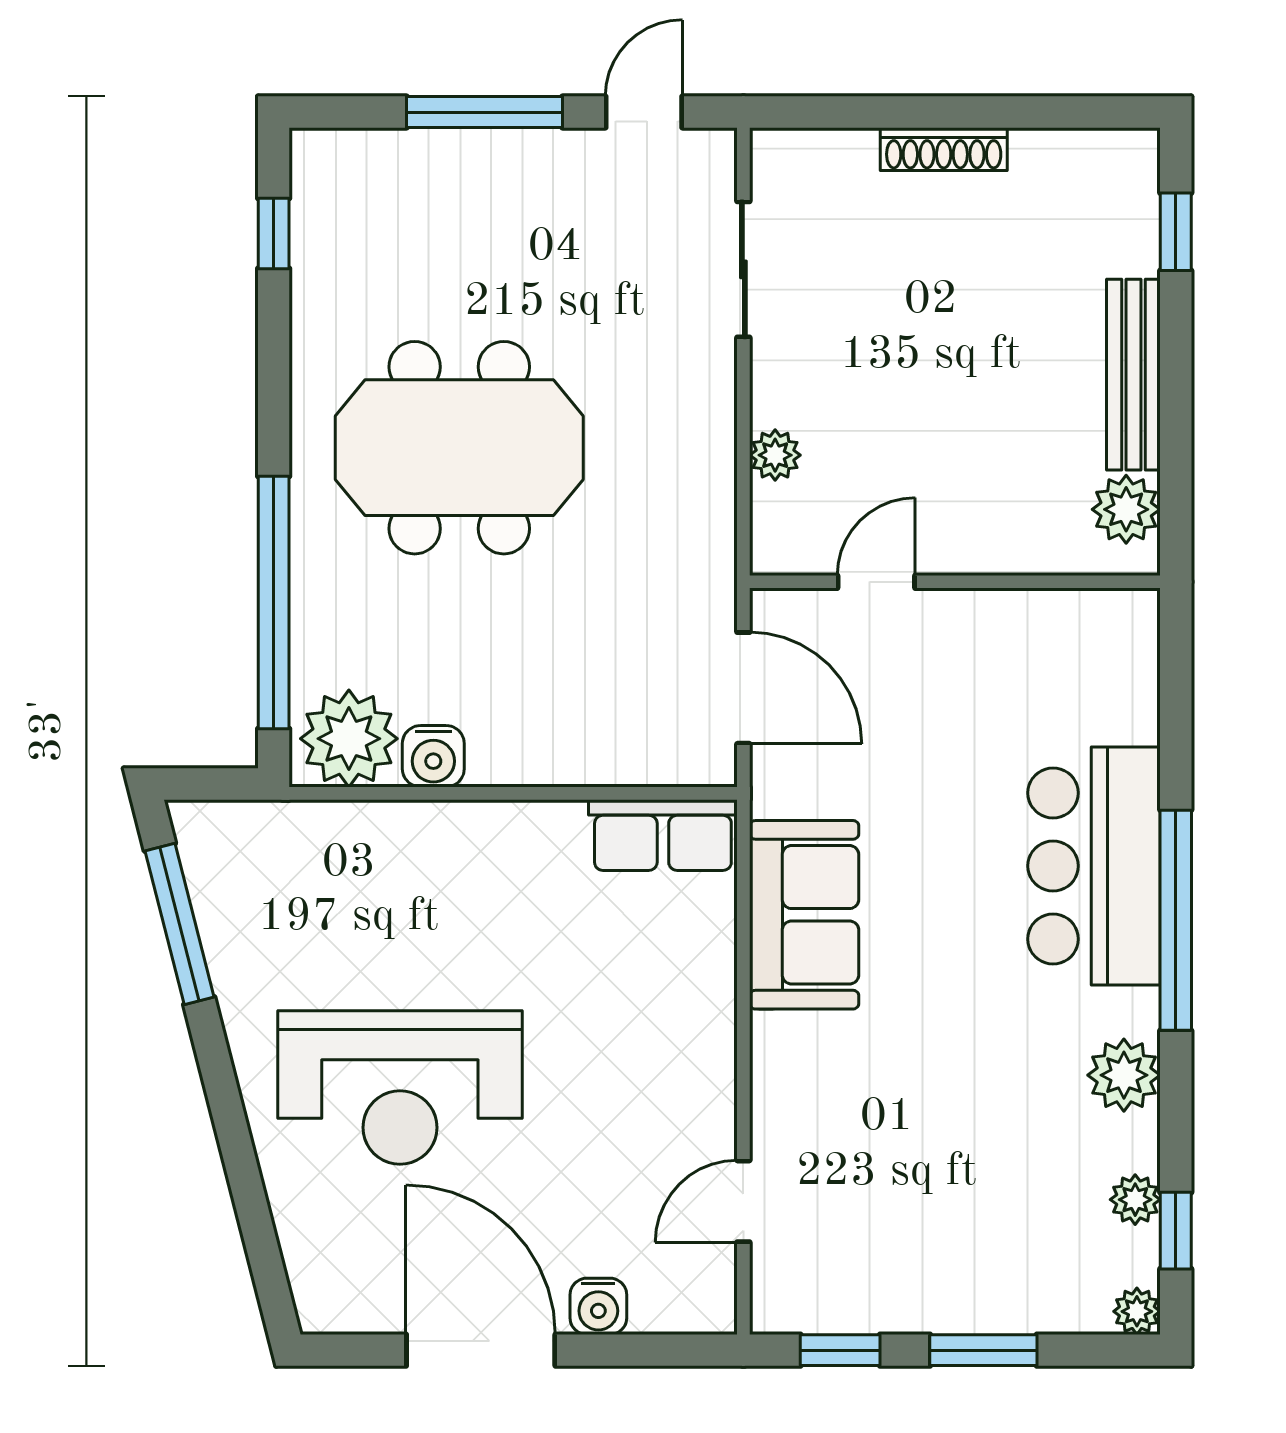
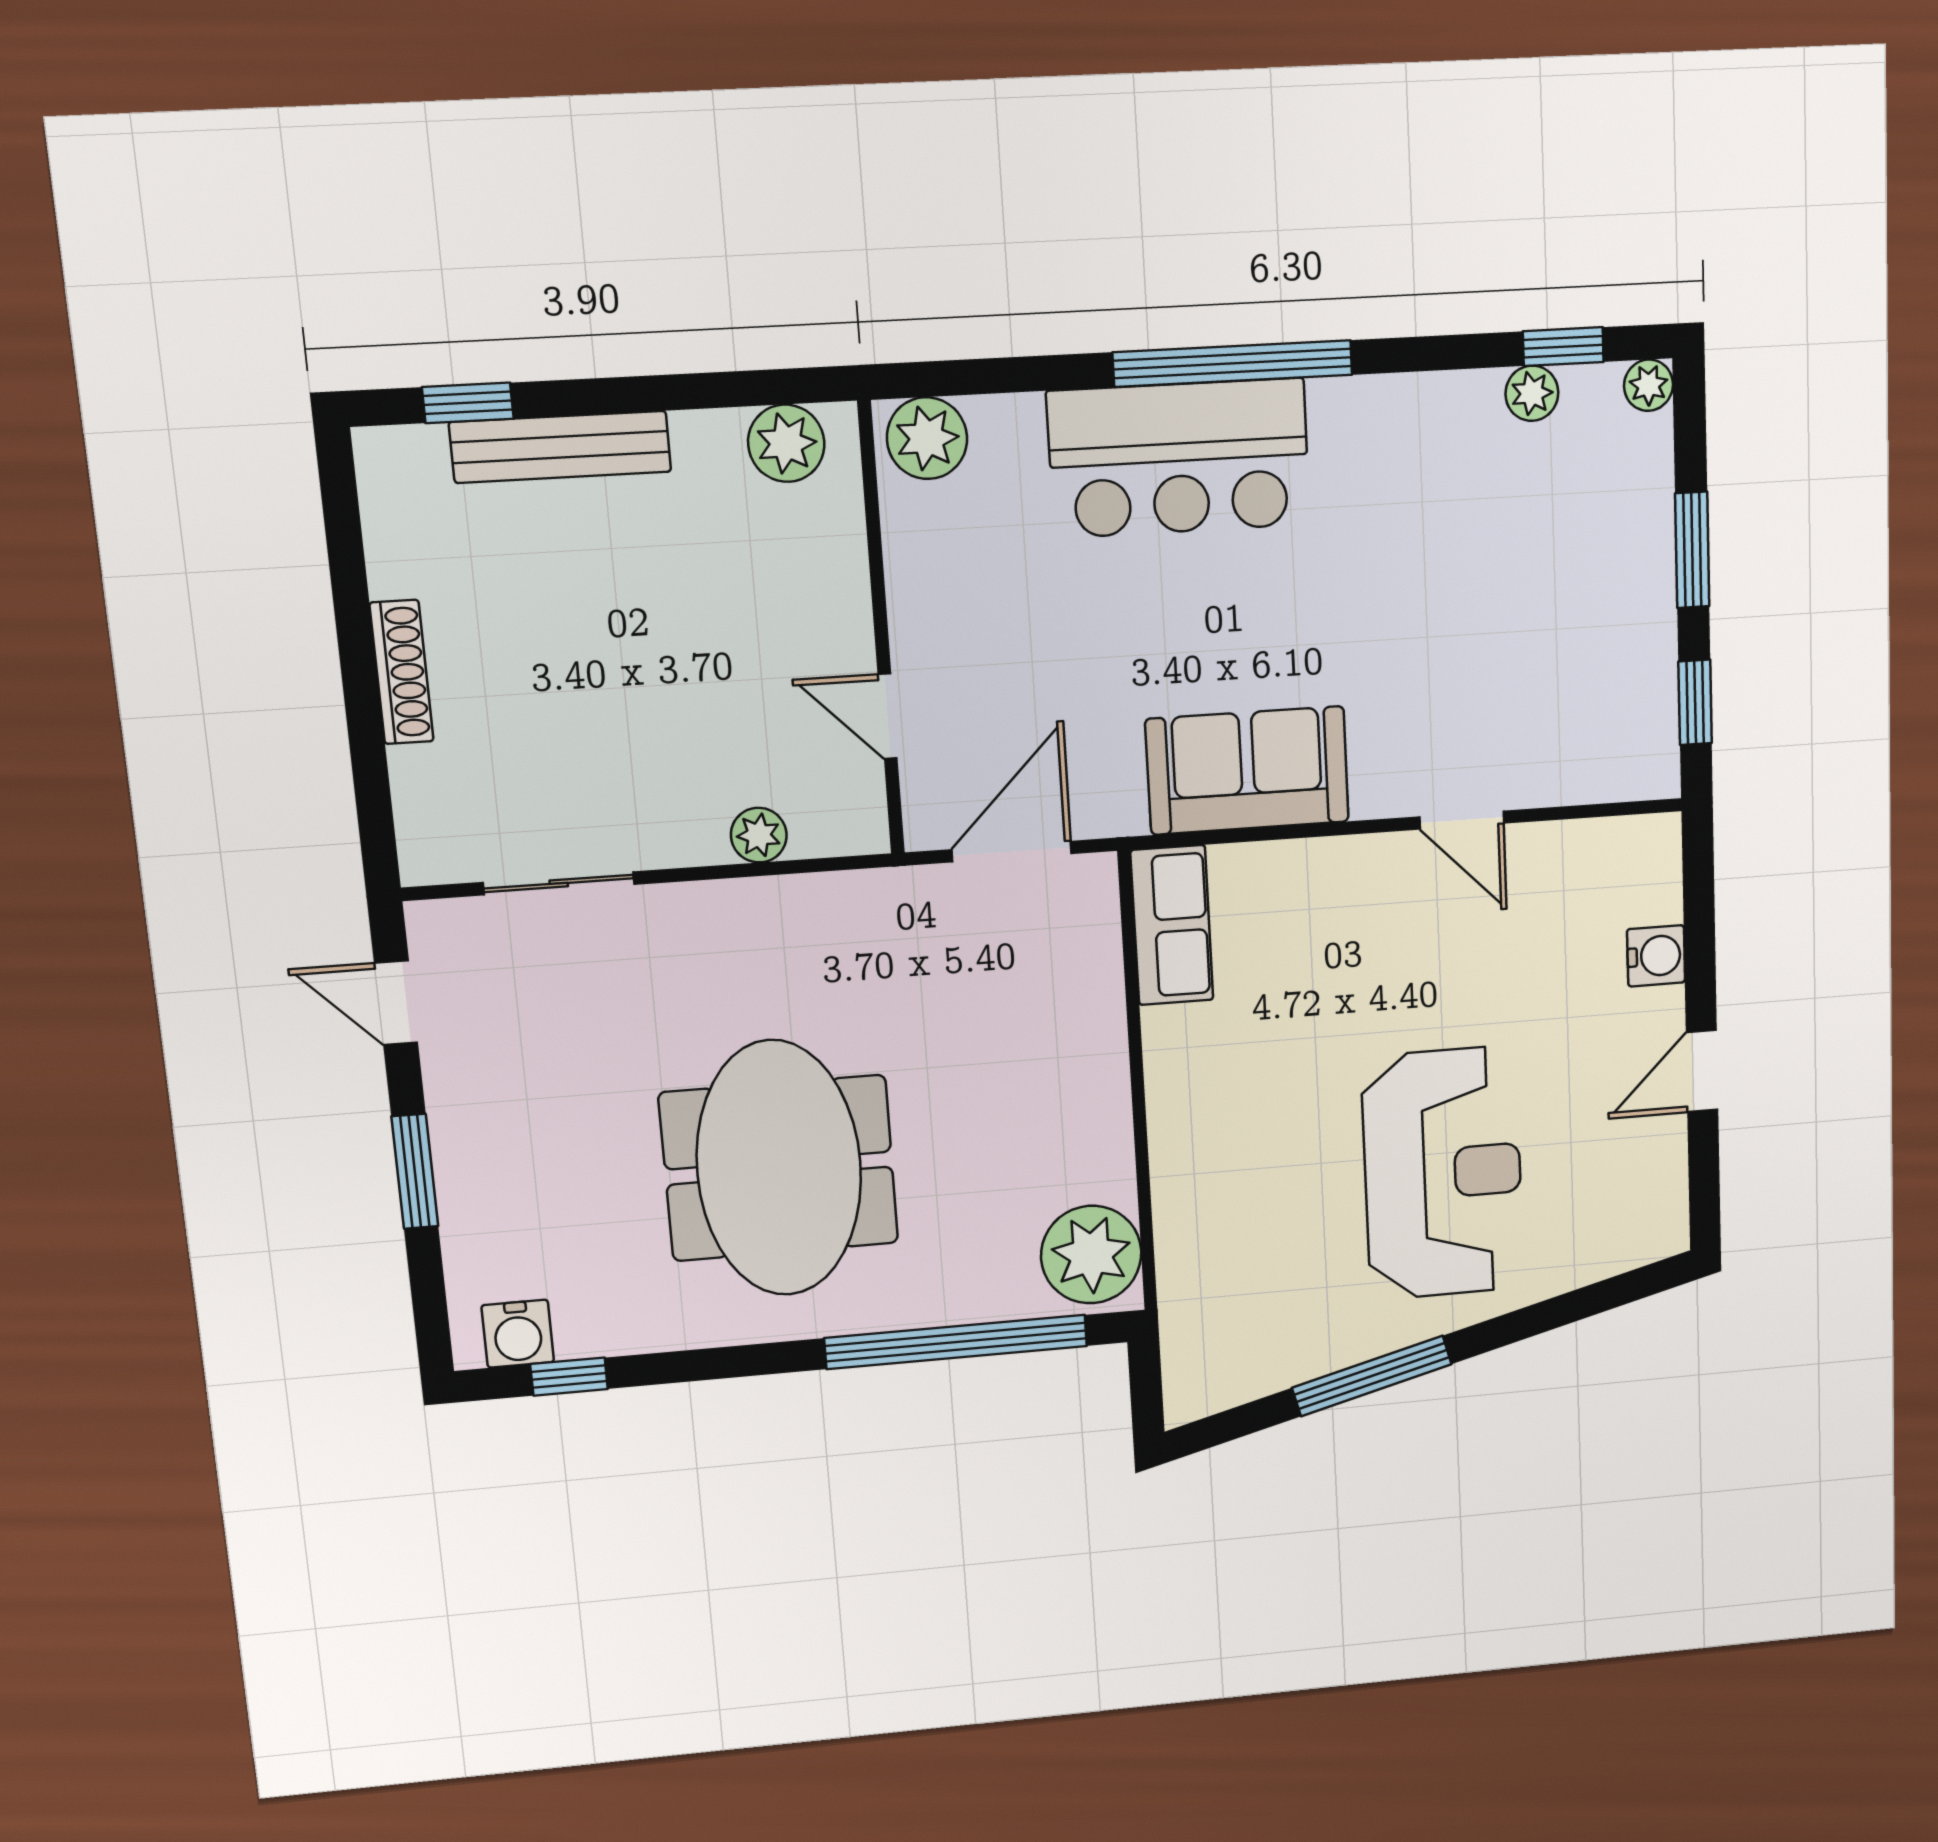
window: (484, 112) -> (415, 1171), width x0.69
bench: (1133, 375) -> (560, 447), moved
water cooler: (433, 756) -> (518, 1334), moved, turned 90
window: (180, 924) -> (1372, 1376), moved
plant: (1124, 1075) -> (927, 438), moved
door: (743, 1201) -> (1462, 820), moved
door: (481, 1350) -> (1702, 1071), width x0.53

